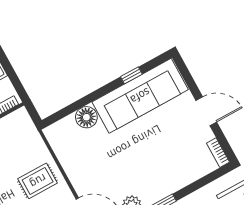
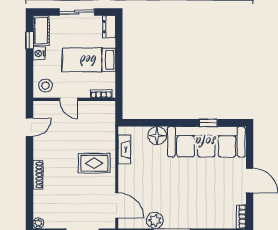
fireplace: (61, 150) -> (124, 150), added

